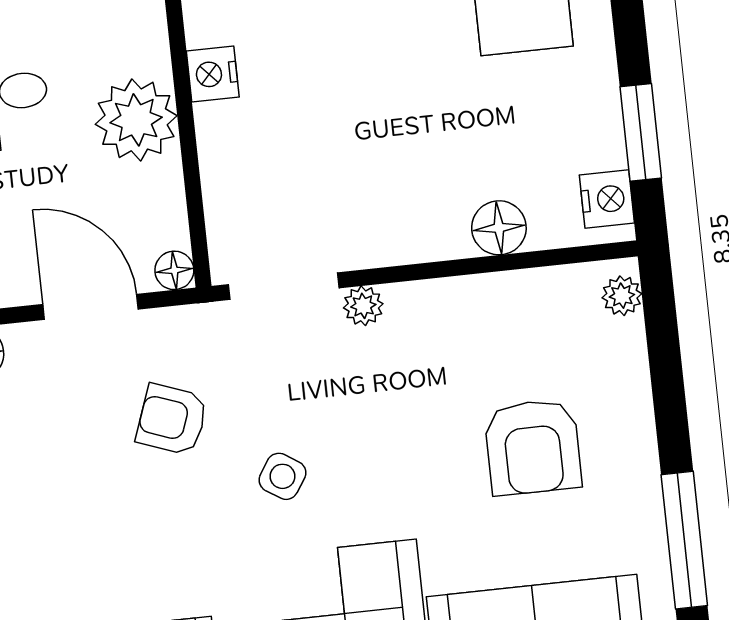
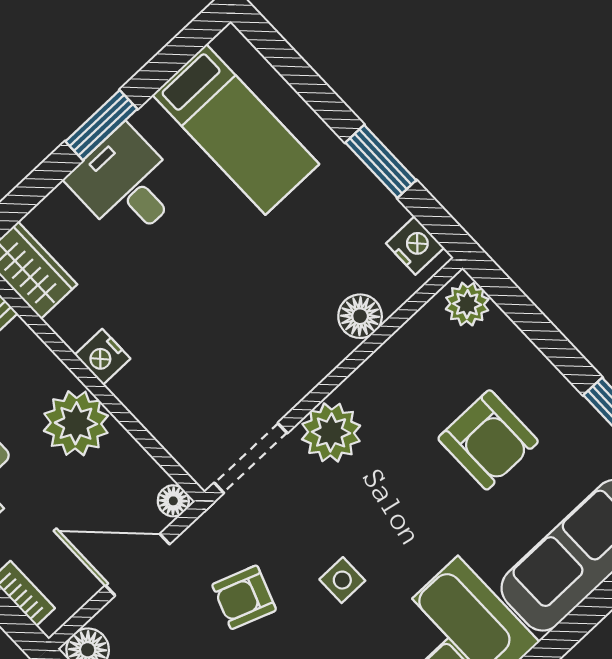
window: (641, 132) -> (381, 161), moved
plant: (622, 296) -> (467, 304), width x1.38, depth x1.38
plant: (363, 306) -> (331, 432), width x1.87, depth x1.87
side table: (282, 476) -> (342, 580), turned -33

